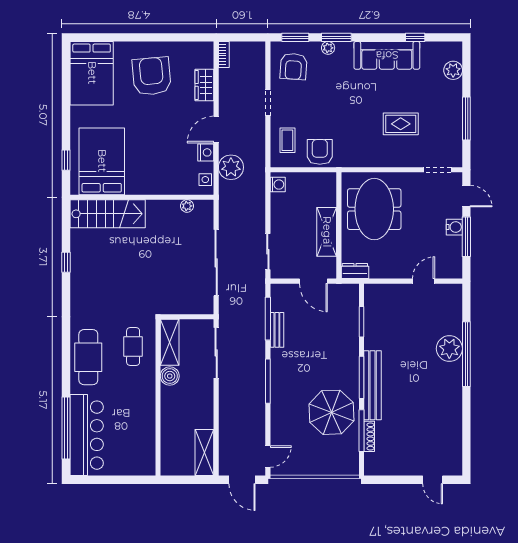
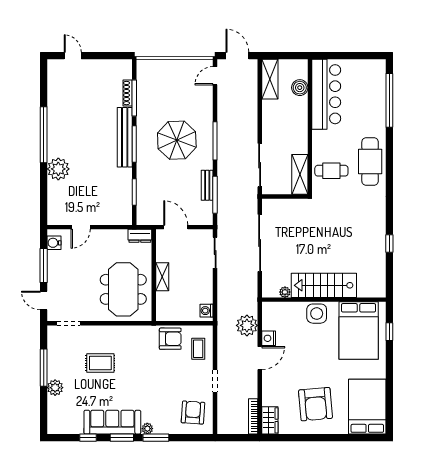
window: (295, 37) -> (122, 438), moved
plant: (328, 48) -> (147, 429), moved
bookcase: (224, 55) -> (253, 416), width x1.56
plant: (453, 70) -> (55, 388), moved
wardrobe: (204, 85) -> (270, 420), moved
armchair: (320, 152) -> (170, 339), turned -90
side table: (205, 180) -> (317, 314), moved, width x1.87, depth x1.87
stairs: (108, 214) -> (324, 285), moved
water cooler: (454, 227) -> (54, 243), moved
shelving: (327, 232) -> (162, 277), width x0.67, depth x0.75
cafe table: (133, 347) -> (331, 171), turned 90
window: (466, 354) -> (44, 135), moved
boiler: (170, 376) -> (300, 88), moved
parasol: (331, 412) -> (177, 140), moved
bar counter: (87, 435) -> (326, 94), moved, turned 180

